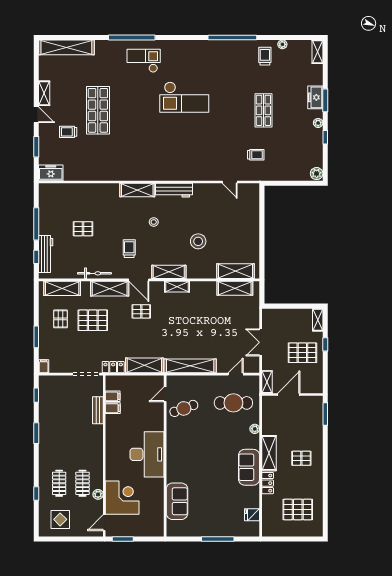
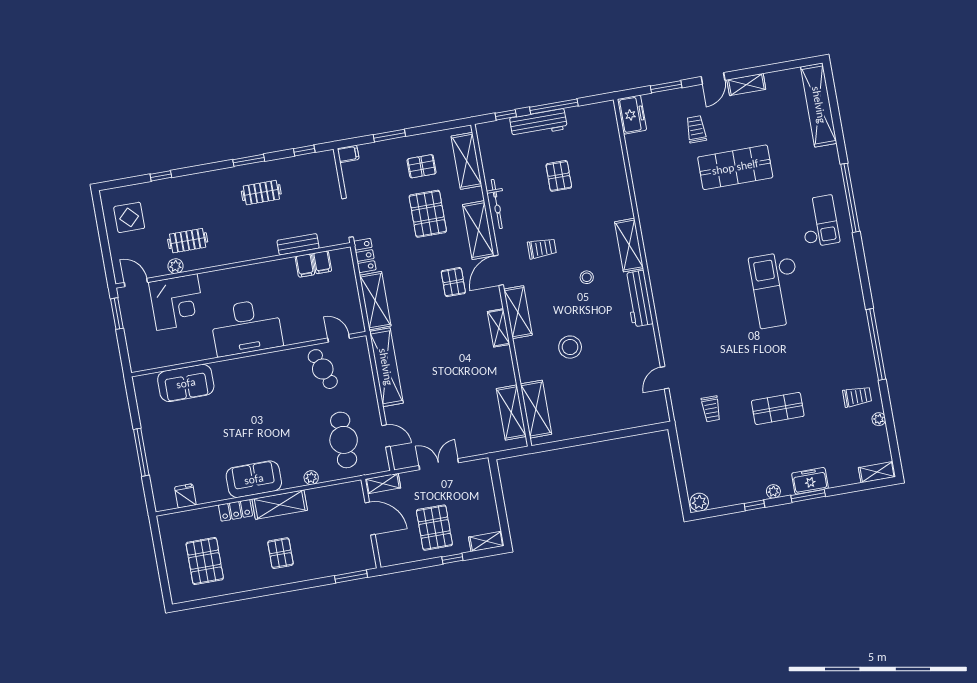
workbench: (46, 254) -> (538, 123), moved
clothes rail: (59, 483) -> (261, 193), moved

